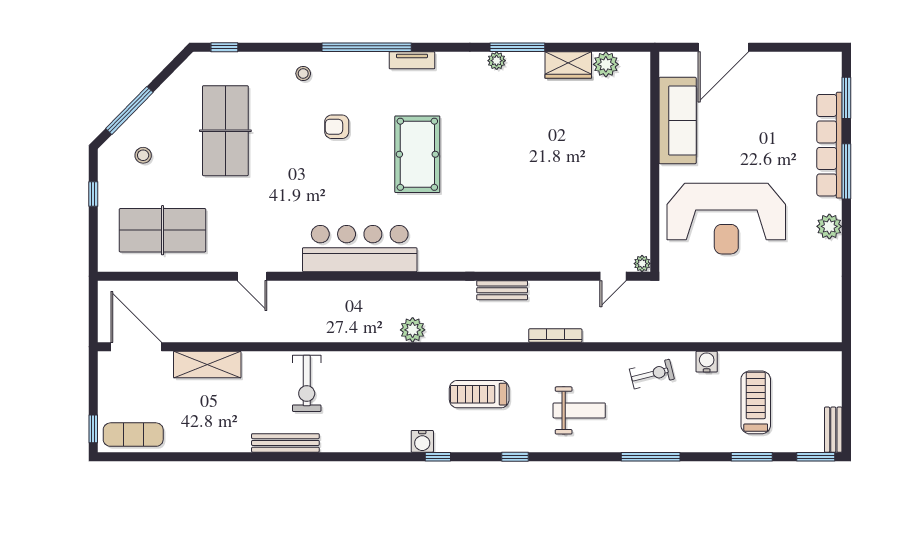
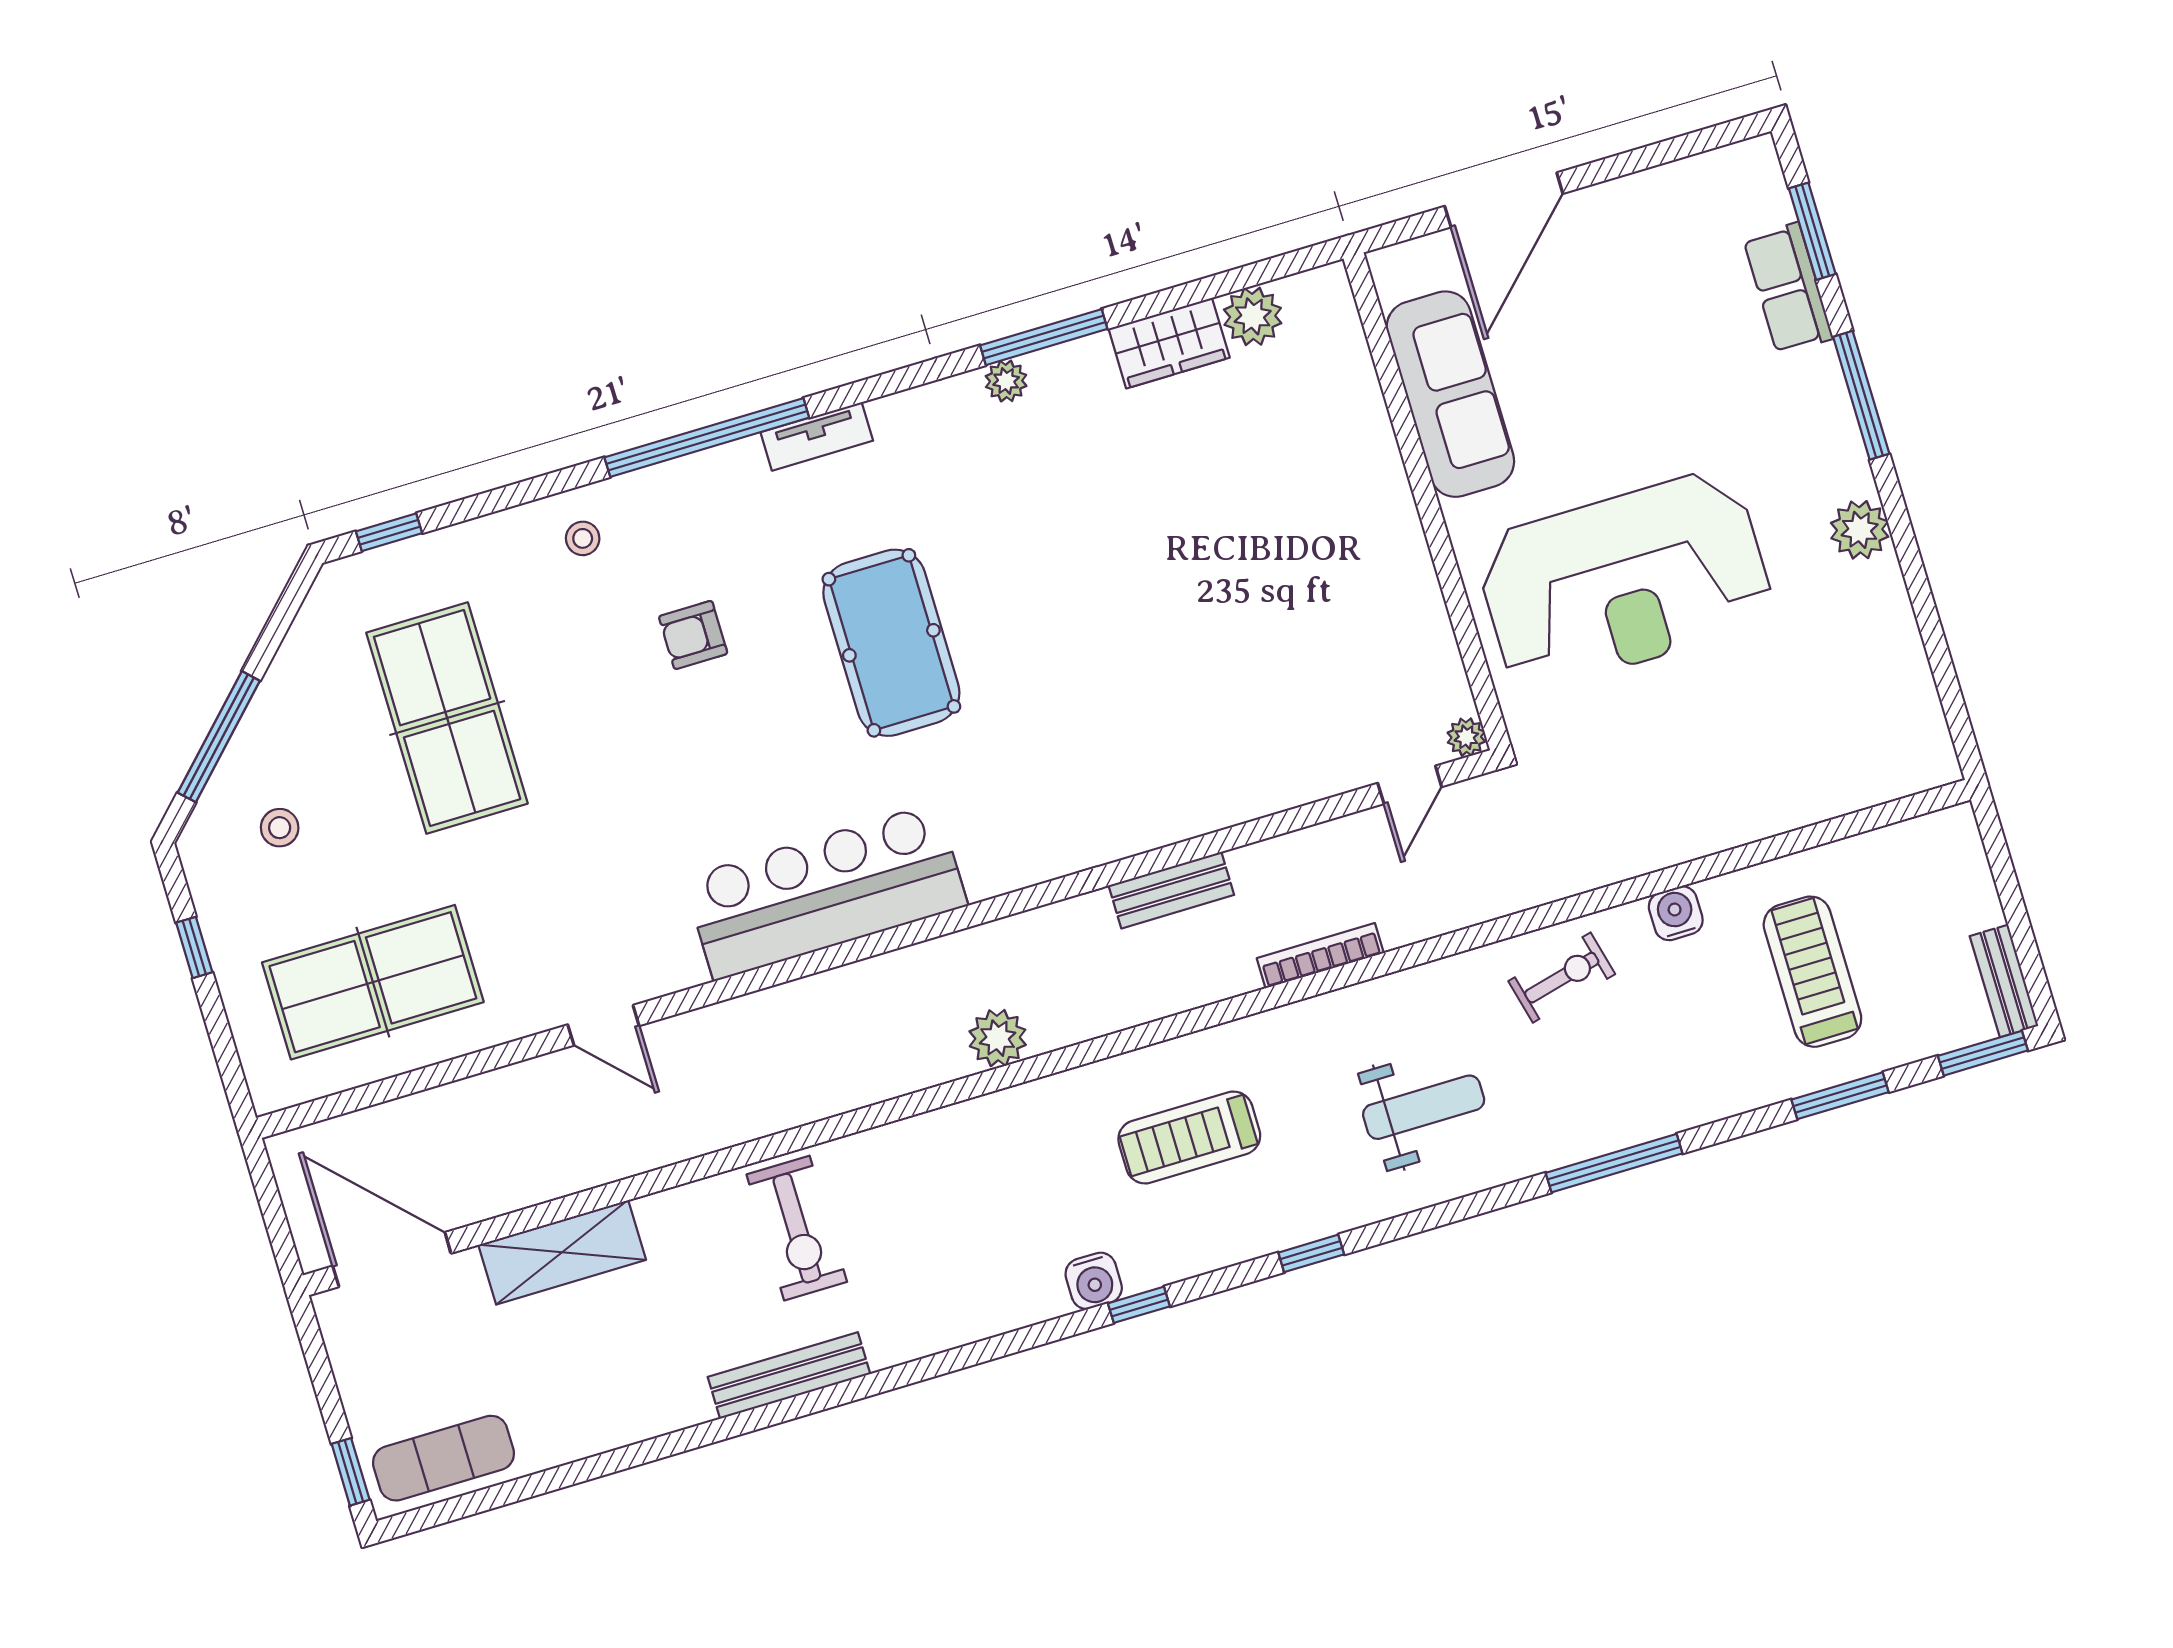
row of seats: (829, 145) -> (1788, 289), width x0.50

